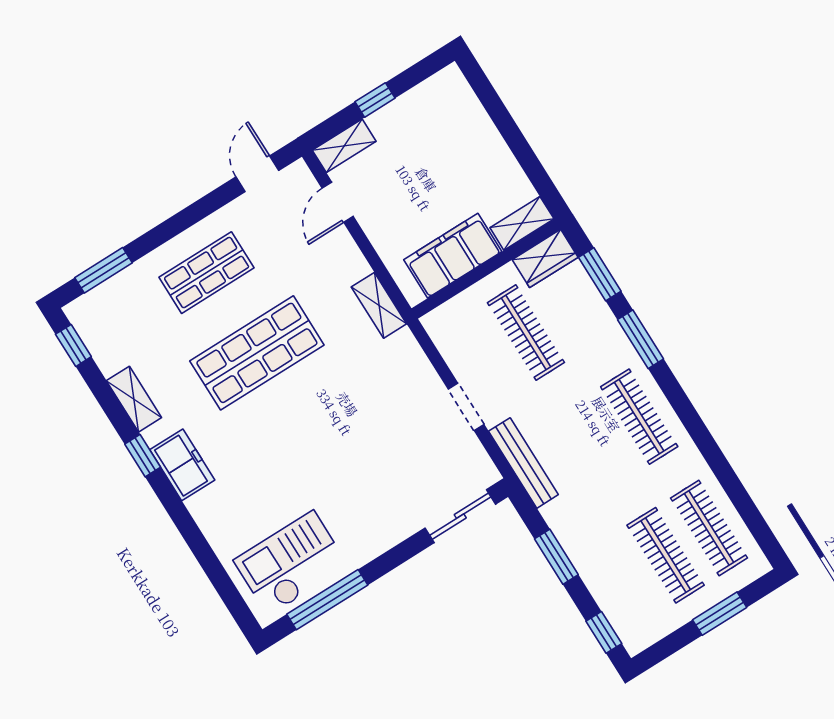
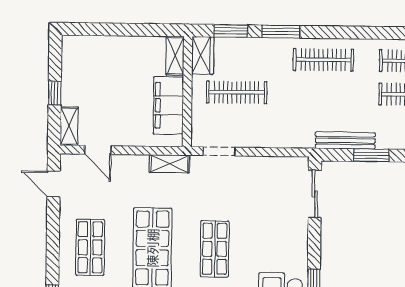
doorway: (466, 407) -> (219, 151), moved
shop shelf: (307, 433) -> (215, 249), added
bench: (523, 463) -> (345, 141), moved

